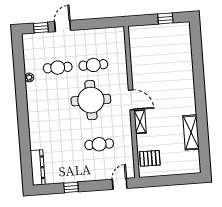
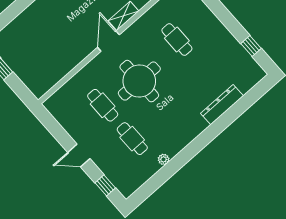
door: (63, 26) -> (79, 155), moved
dresser: (38, 168) -> (222, 105), moved
window: (71, 187) -> (251, 46), moved

